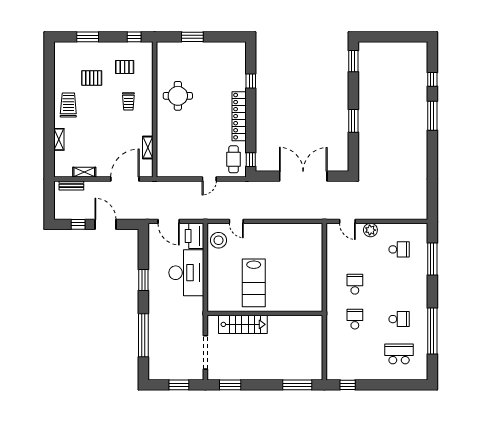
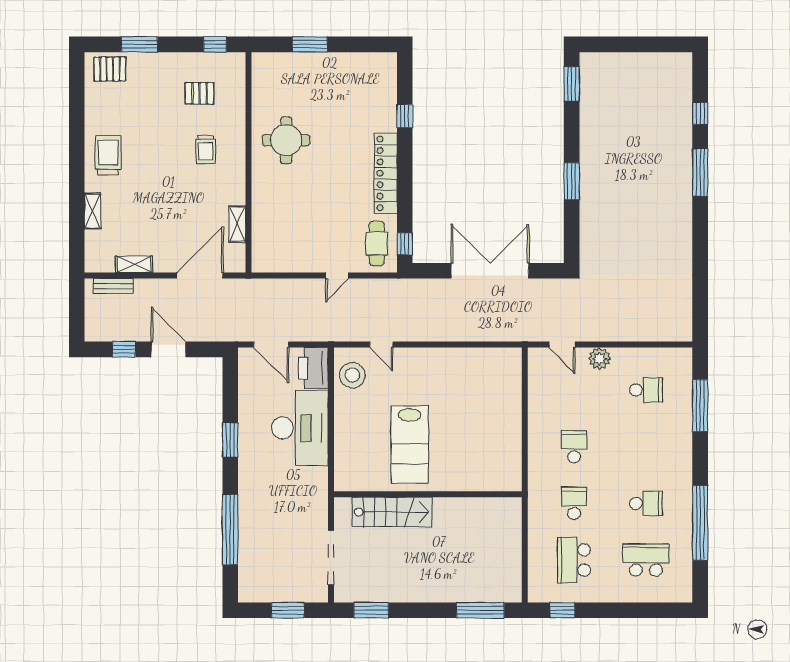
pallet: (92, 78) -> (110, 69), moved
school desk: (355, 354) -> (574, 560), added

